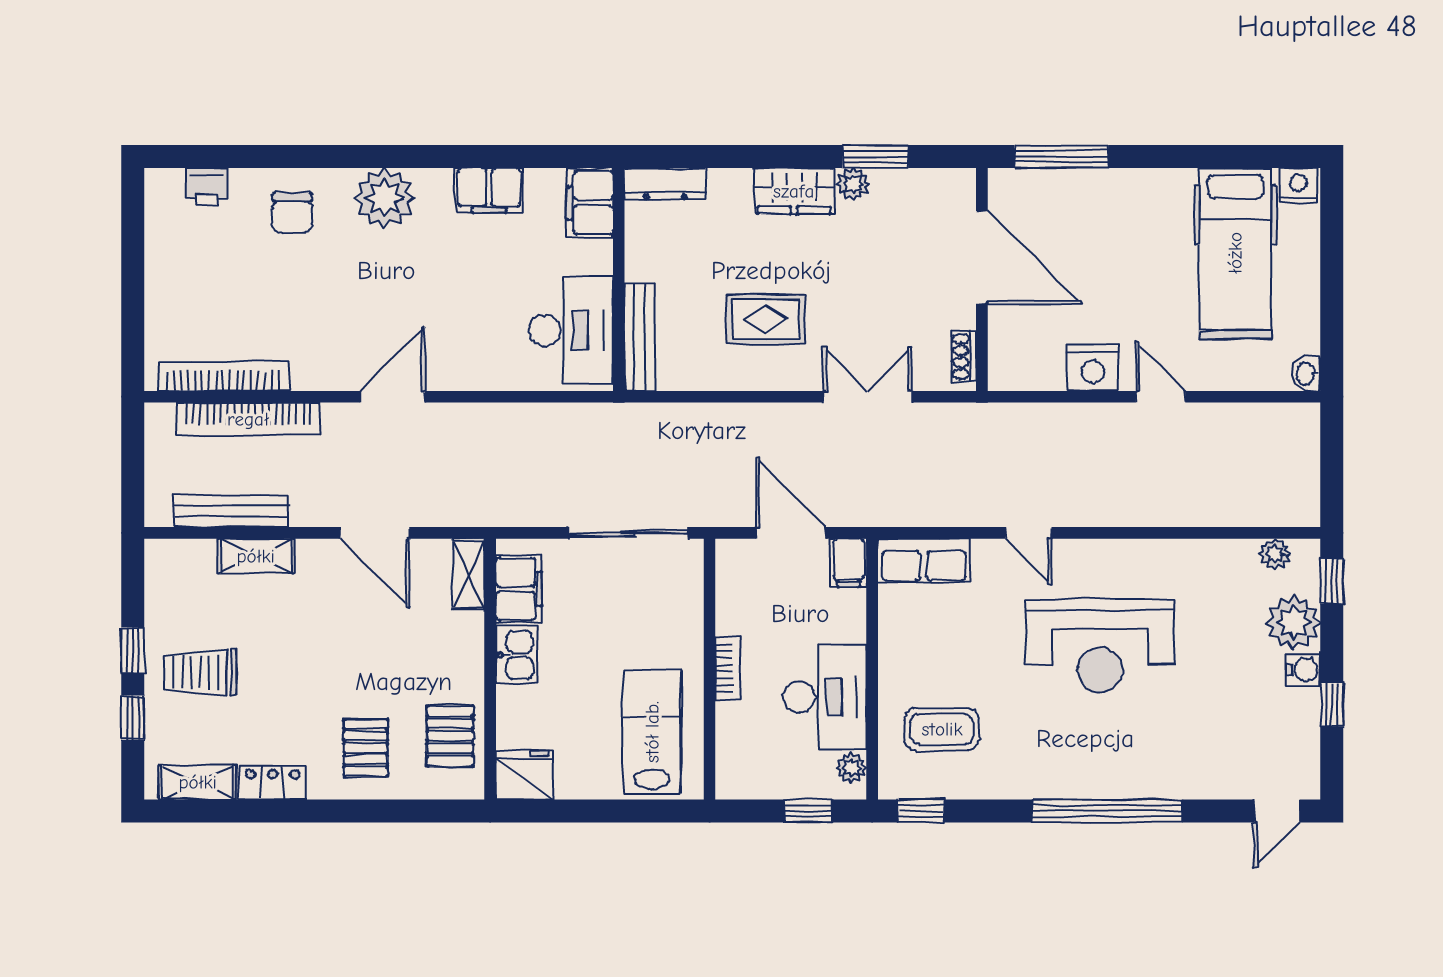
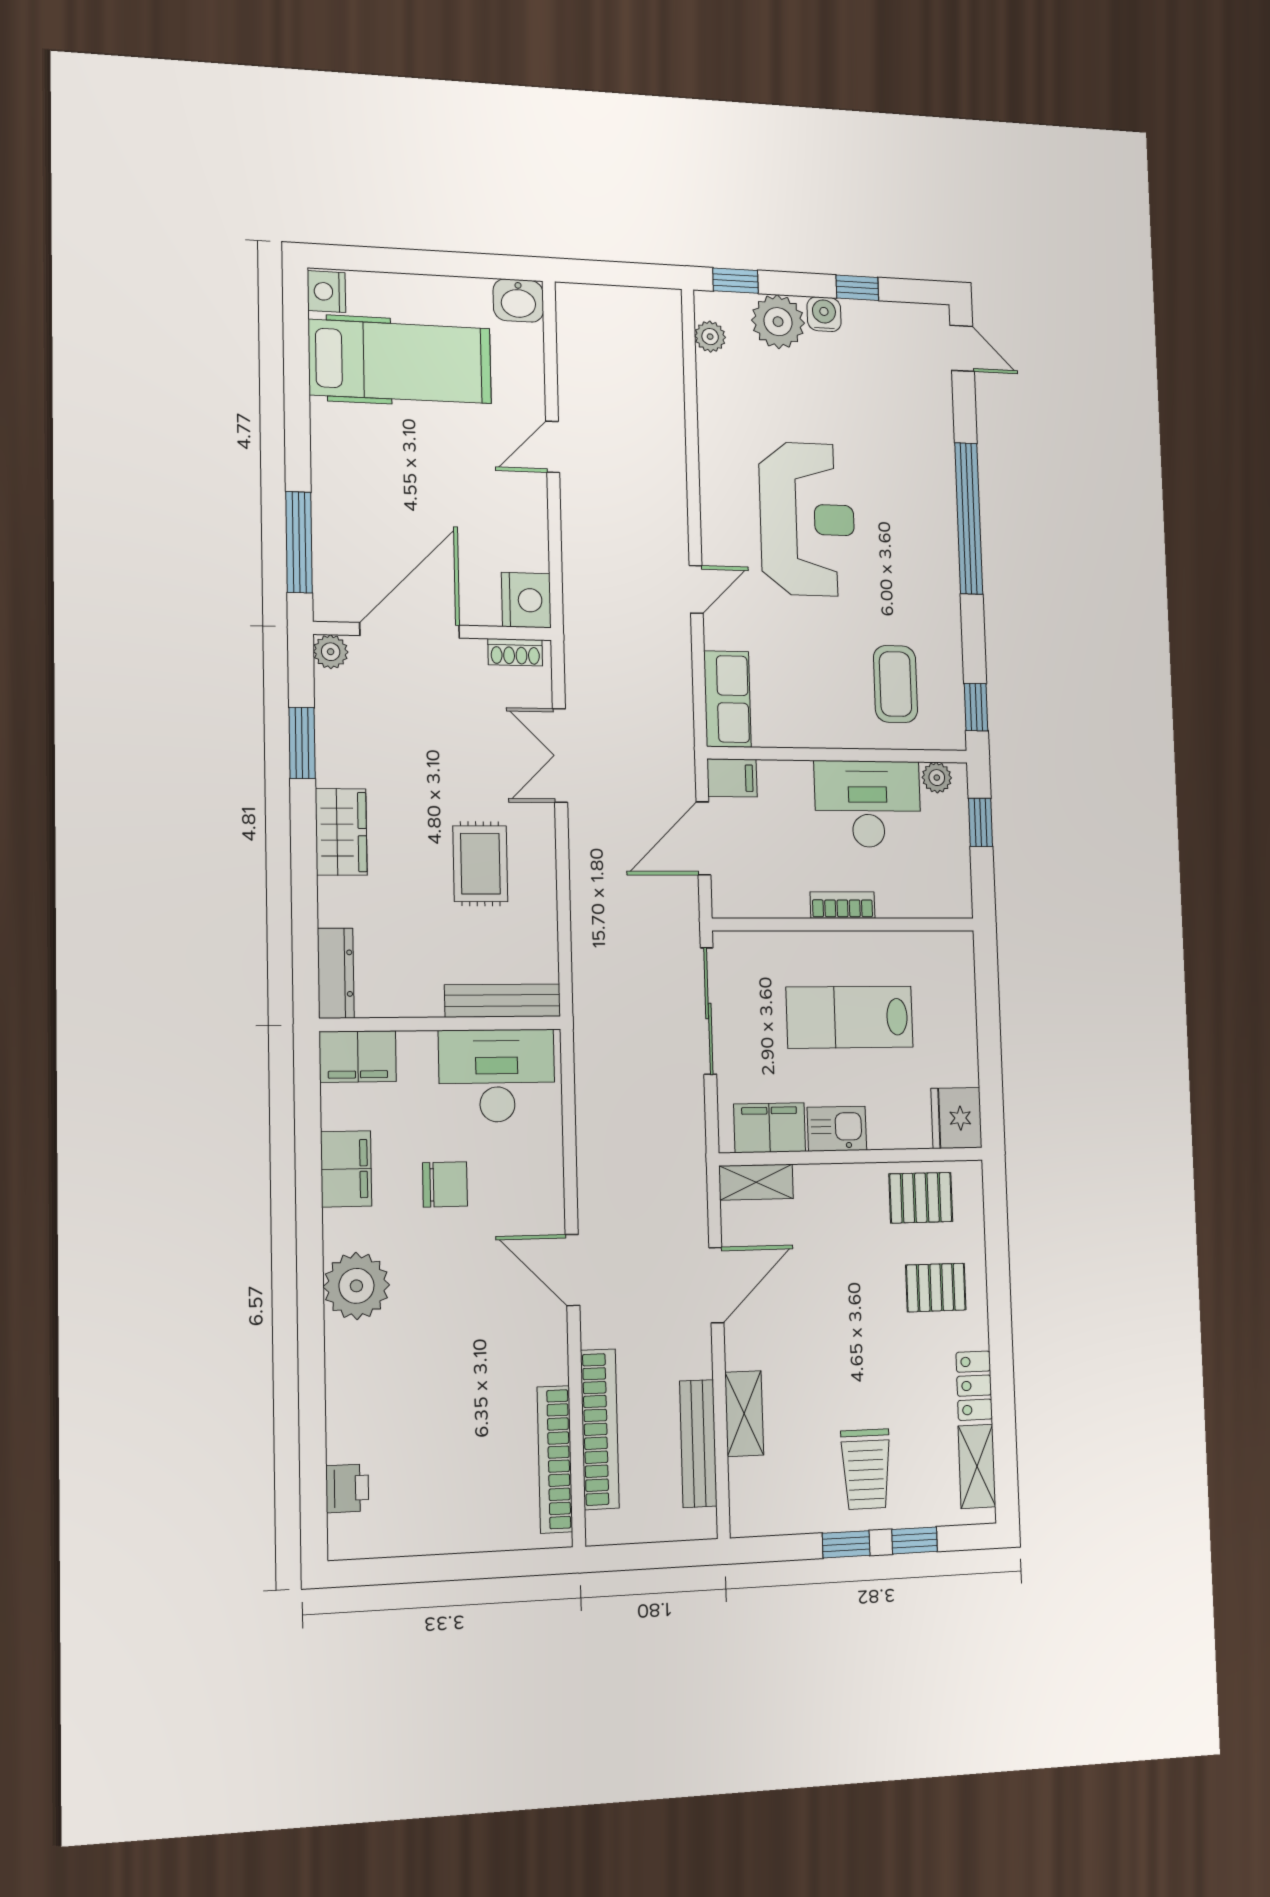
plant: (853, 184) -> (331, 652), moved
chair: (292, 213) -> (445, 1184), moved
nightstand: (1093, 368) -> (526, 600), moved
washbasin: (1306, 374) -> (518, 301), width x1.38, depth x1.45
lab bench: (652, 732) -> (850, 1017), moved

